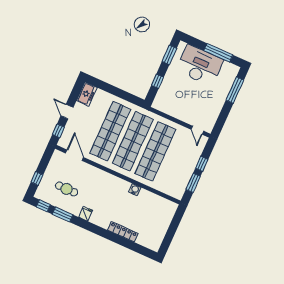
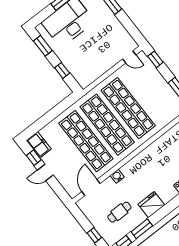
window: (58, 131) -> (34, 158), moved
door: (75, 155) -> (91, 187), hinge flipped
window: (202, 164) -> (155, 59), moved
water cooler: (135, 190) -> (117, 176), moved
fridge: (86, 214) -> (151, 205), width x1.88, depth x1.34

